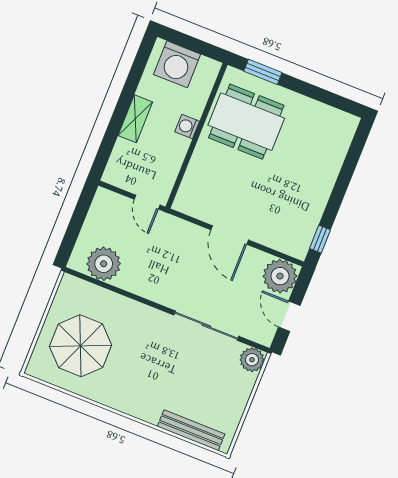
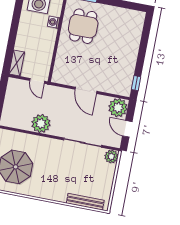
shelving: (135, 119) -> (17, 63), moved
dining table: (246, 122) -> (83, 26), width x0.73
washing machine: (187, 126) -> (54, 22), moved
plant: (104, 264) -> (41, 123), moved

